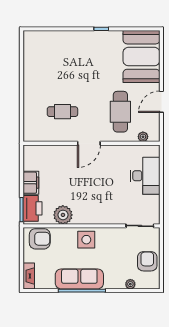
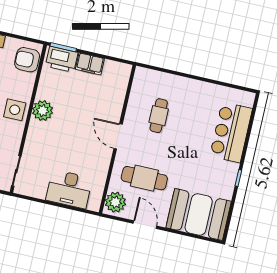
bar counter: (63, 45) -> (231, 132), added
plant: (143, 137) -> (115, 202), width x1.87, depth x1.87
plant: (63, 215) -> (43, 111), moved
armchair: (40, 239) -> (27, 60), turned 90

